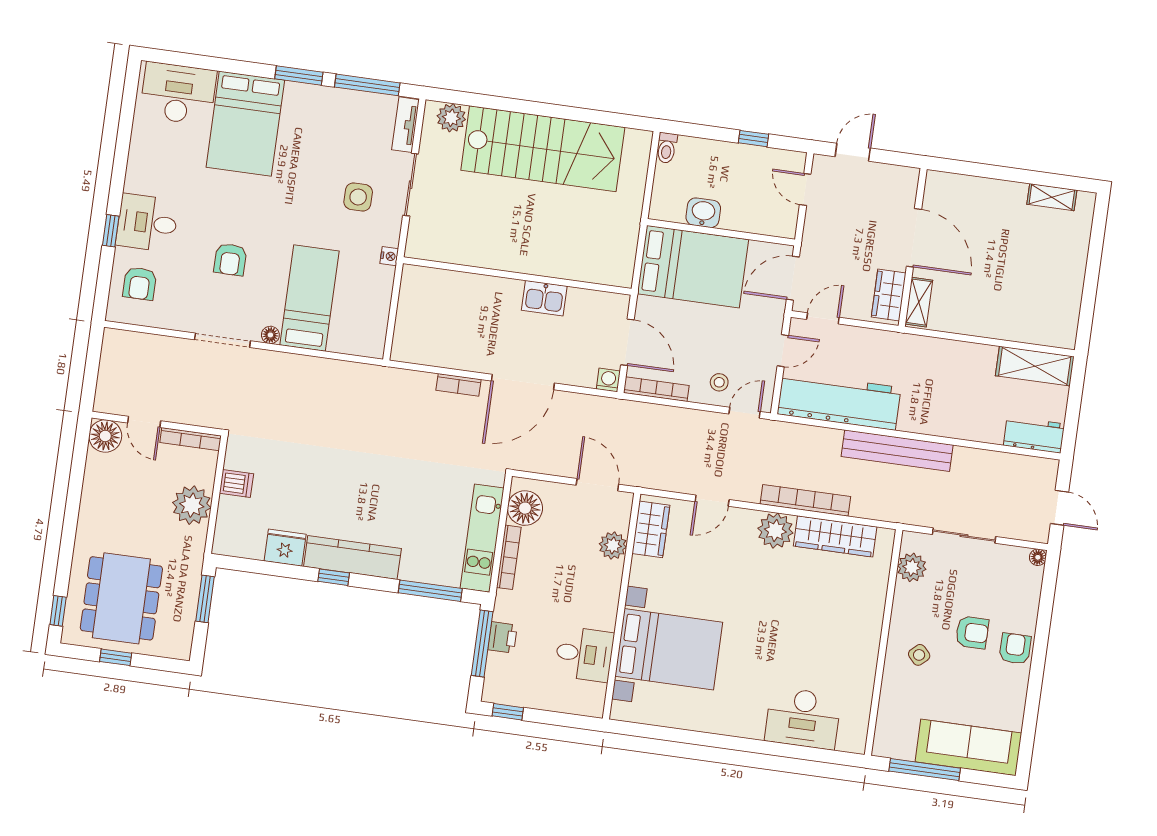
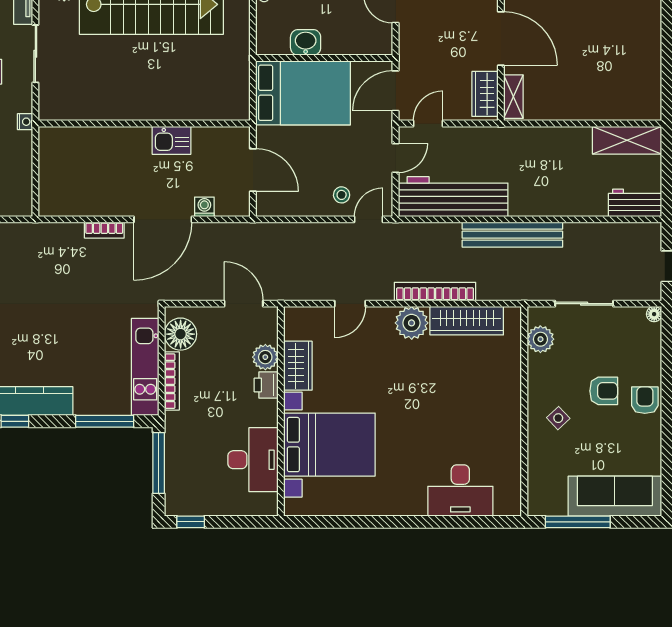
washing machine: (608, 380) -> (204, 207), moved
bookcase: (656, 389) -> (285, 209), removed
wardrobe: (651, 529) -> (298, 366), moved
printer: (503, 637) -> (266, 385), moved, turned 180
desk: (584, 654) -> (253, 460), width x1.37

